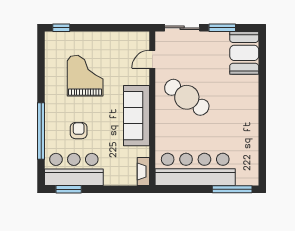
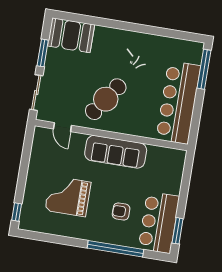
fireplace: (143, 171) -> (172, 154), removed

